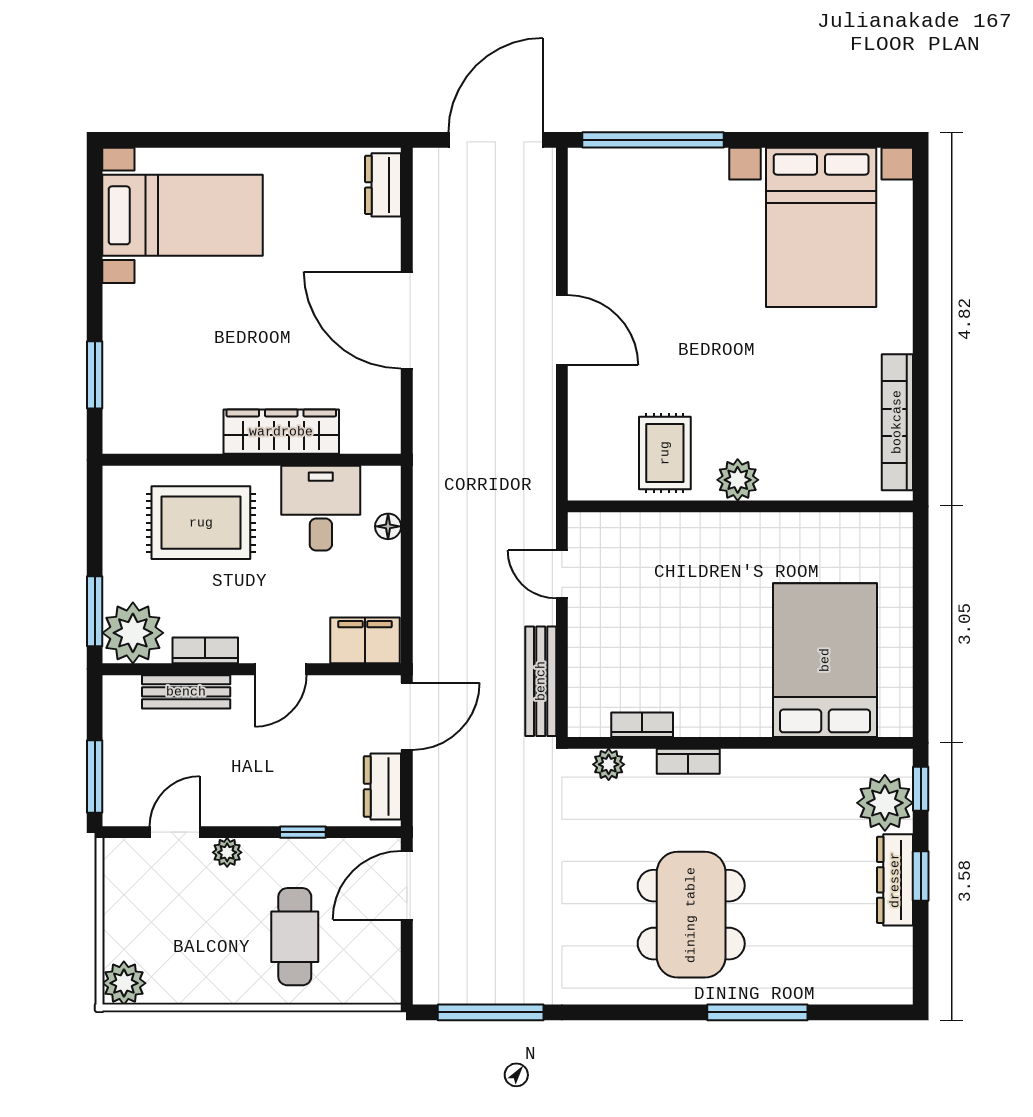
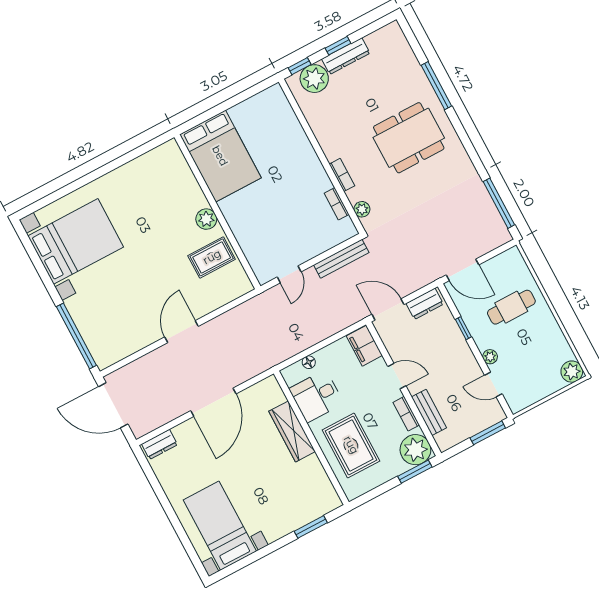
bookcase: (897, 422) -> (144, 162), removed
bed: (825, 660) -> (220, 156), moved, turned -90

